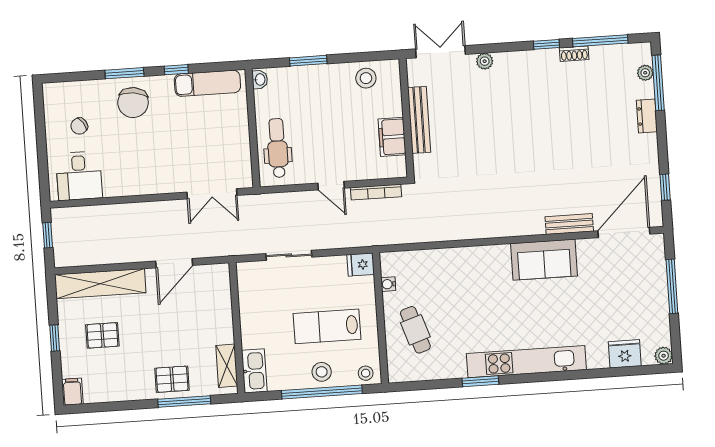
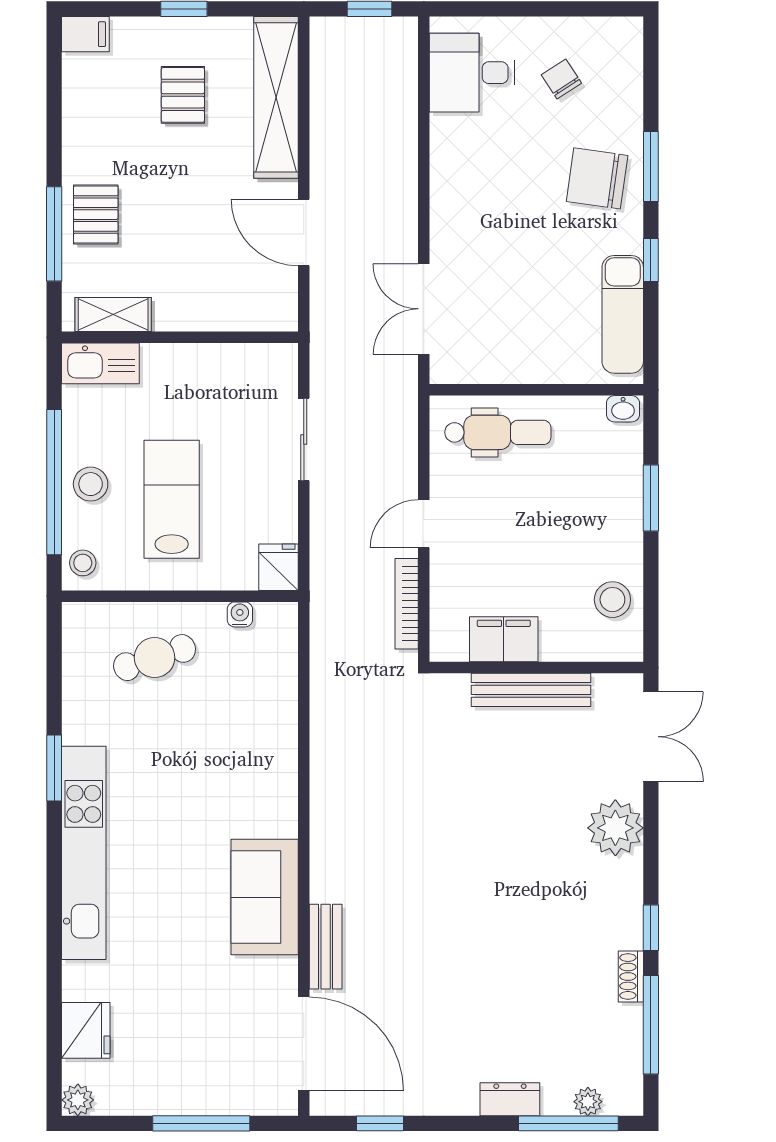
plant: (485, 61) -> (615, 828), width x1.87, depth x1.87

